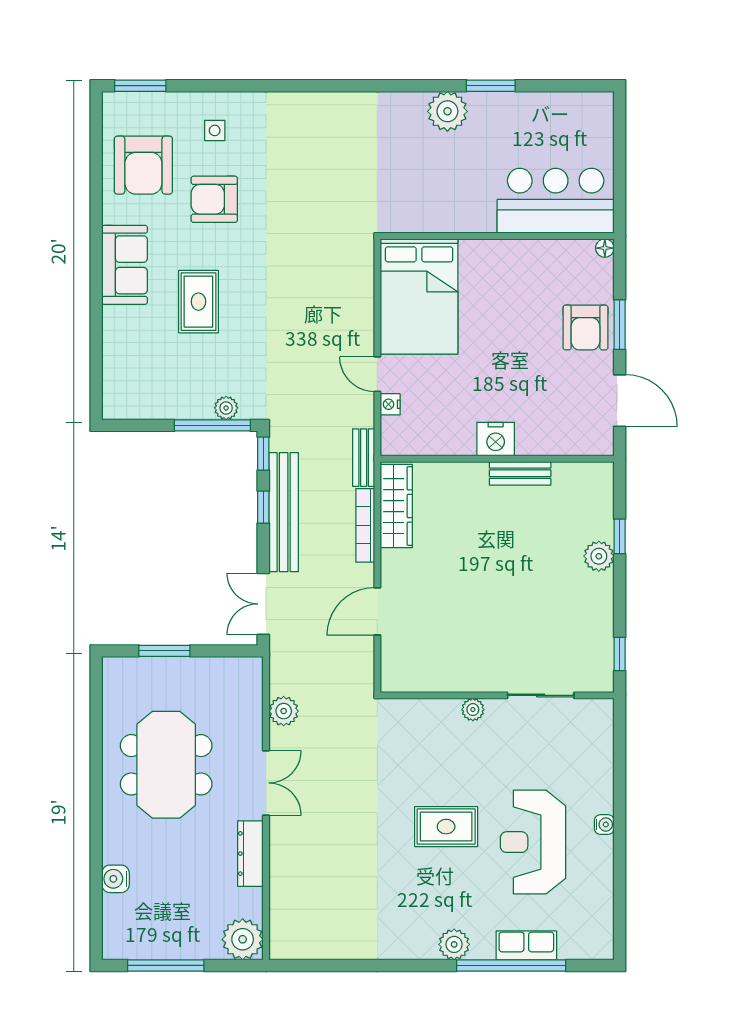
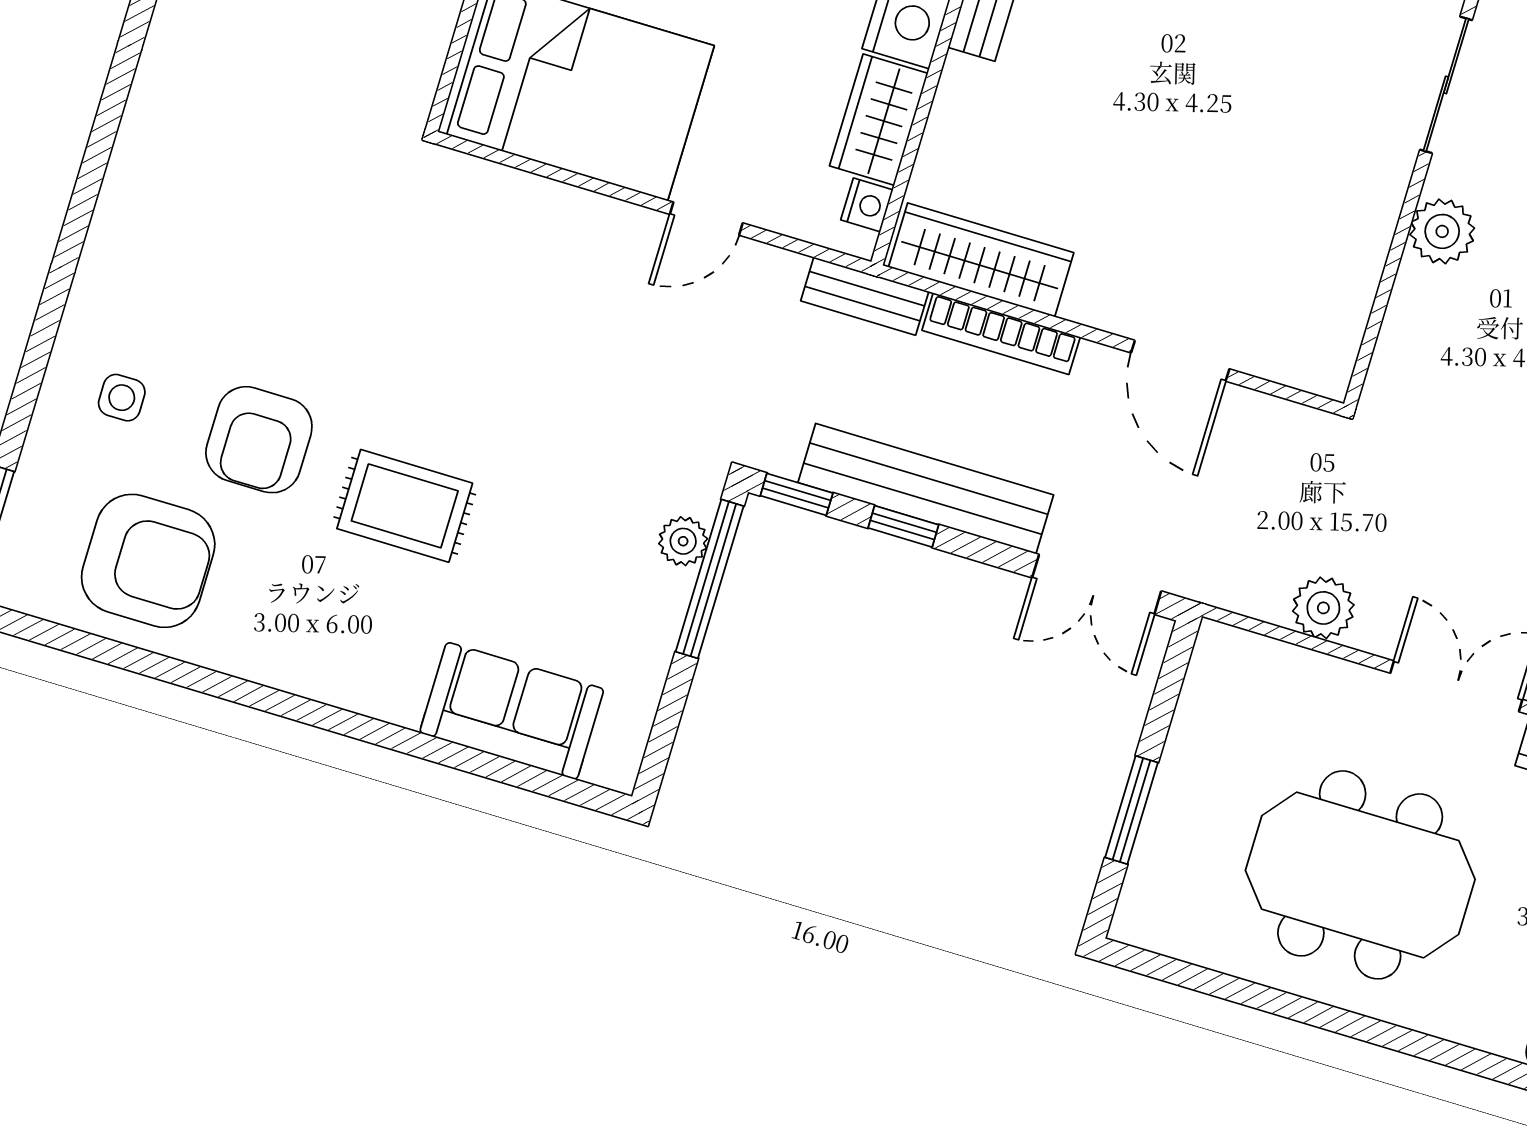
sofa: (125, 265) -> (512, 711), moved
rug: (198, 302) -> (405, 506), moved
nightstand: (390, 404) -> (867, 205), moved, turned -90
wardrobe: (447, 440) -> (879, 120), added
plant: (473, 710) -> (1442, 231), width x1.38, depth x1.38

